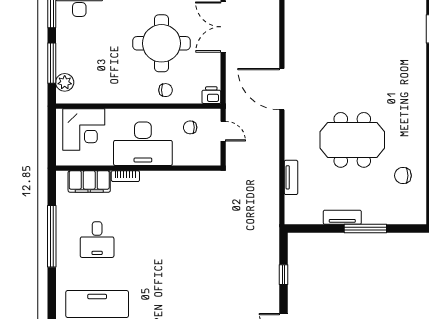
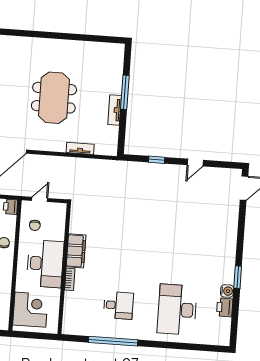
chair: (403, 176) -> (85, 60), removed
filing cabinet: (89, 181) -> (76, 251), moved

